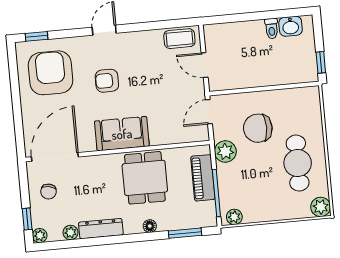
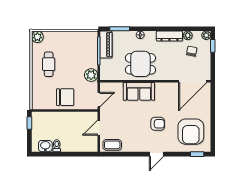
door: (205, 65) -> (99, 128), swing flipped
chair: (258, 128) -> (65, 97), moved
sofa: (122, 134) -> (139, 91), moved
cafe table: (298, 163) -> (49, 64), width x0.73, depth x0.74
dining table: (145, 178) -> (140, 64), turned 90
piano: (203, 178) -> (106, 45), moved
chair: (49, 192) -> (192, 51), moved
plant: (234, 217) -> (89, 36), removed

